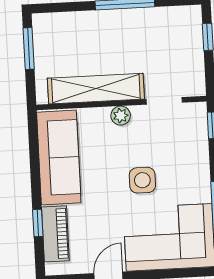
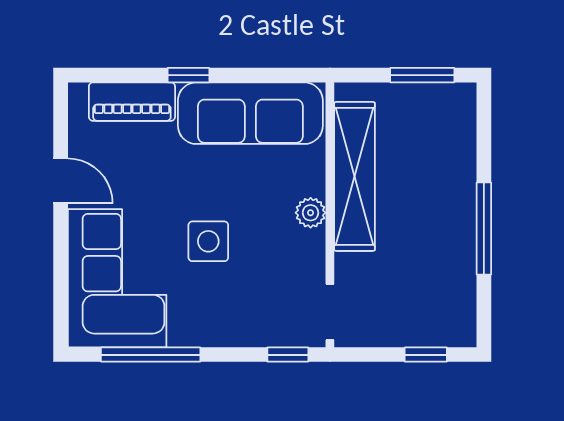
doorway: (164, 101) -> (330, 312), moved
window: (38, 223) -> (188, 75), moved

